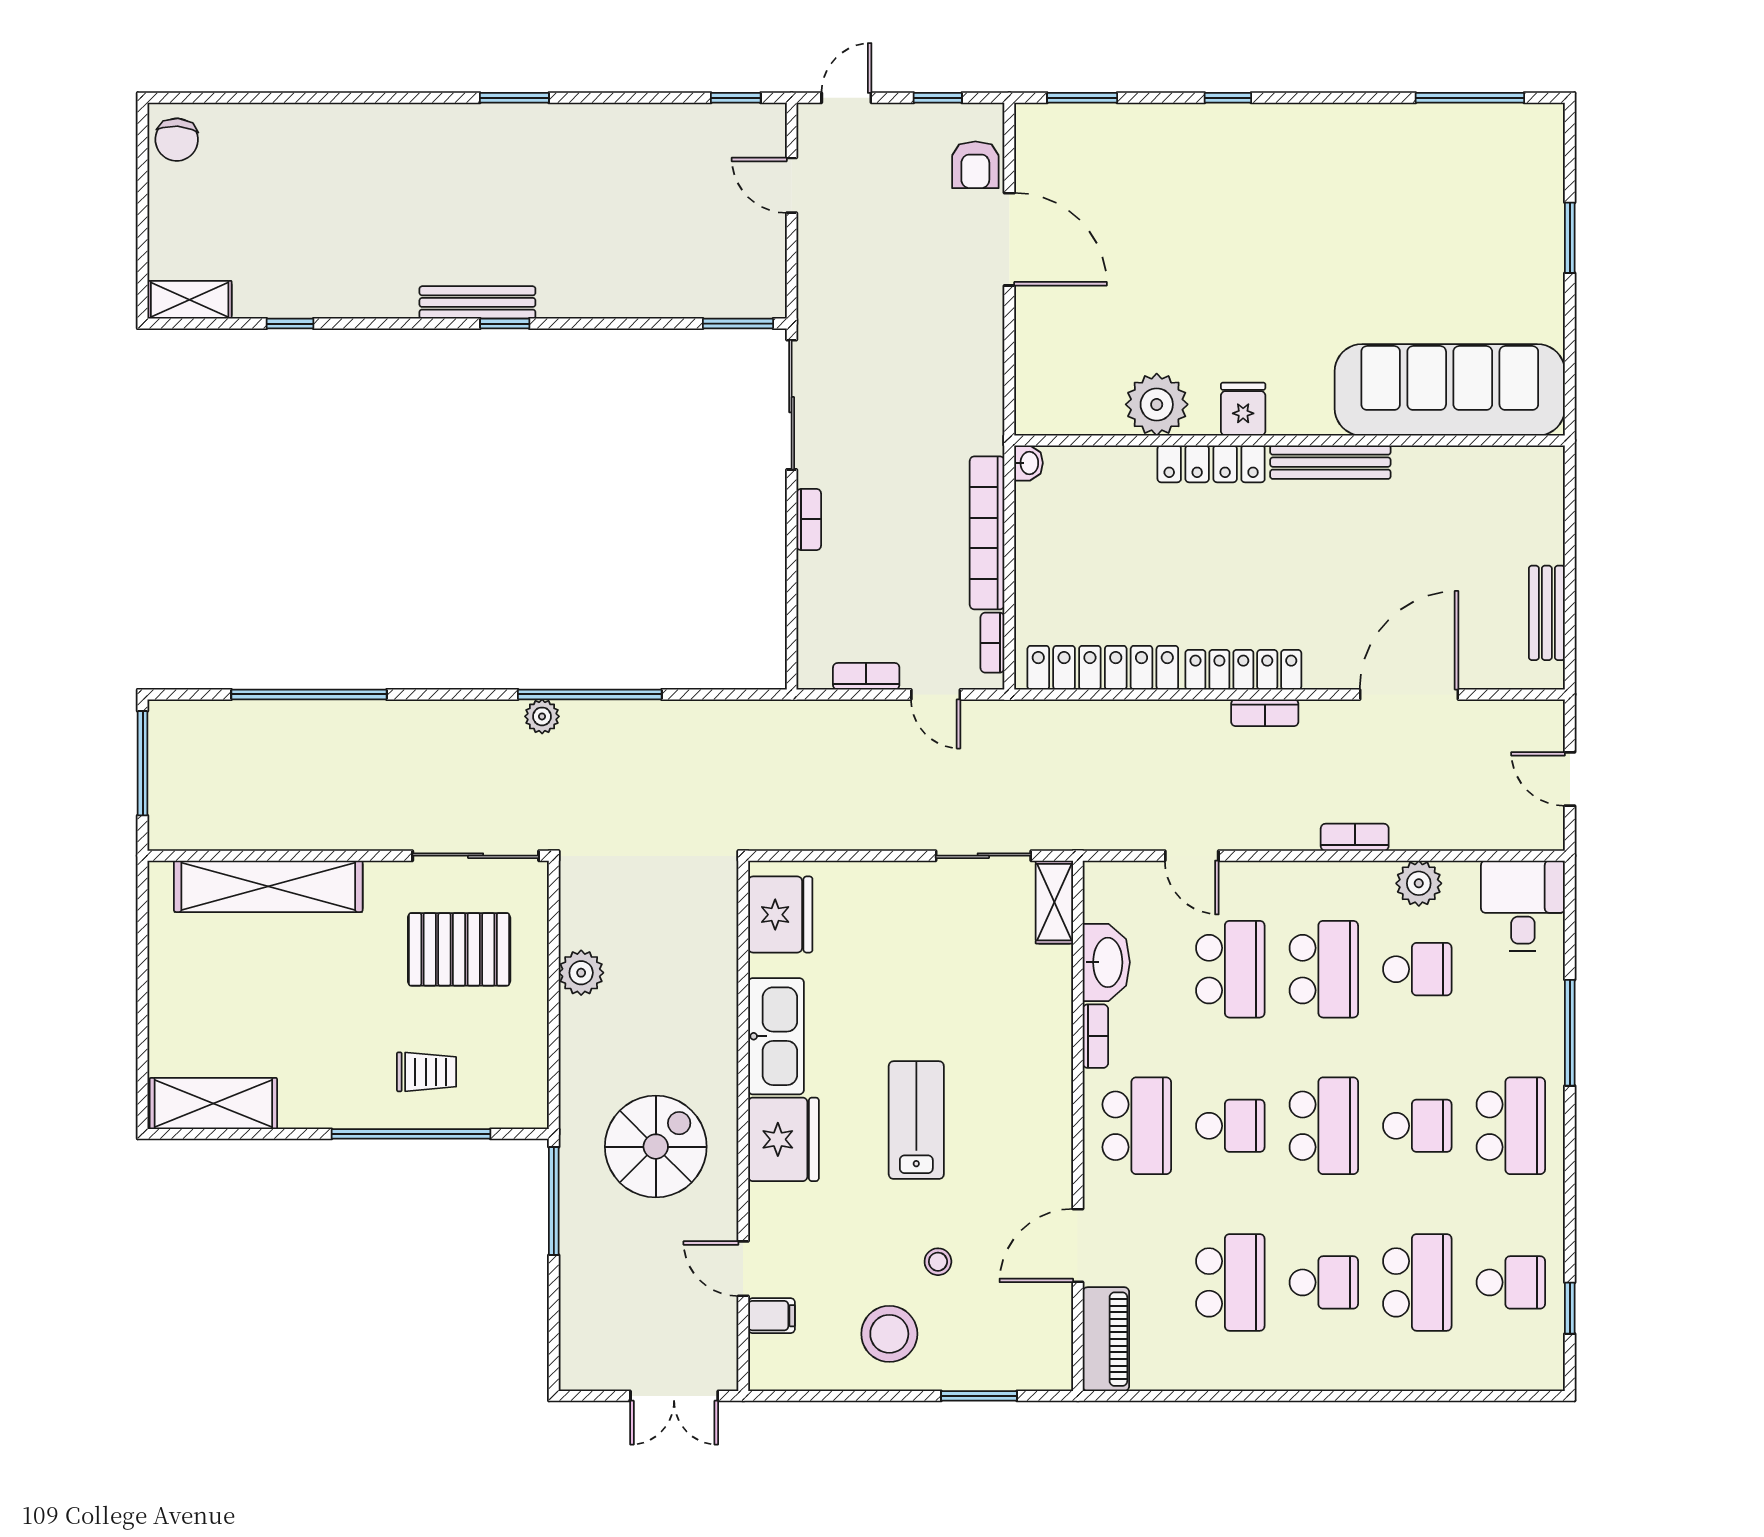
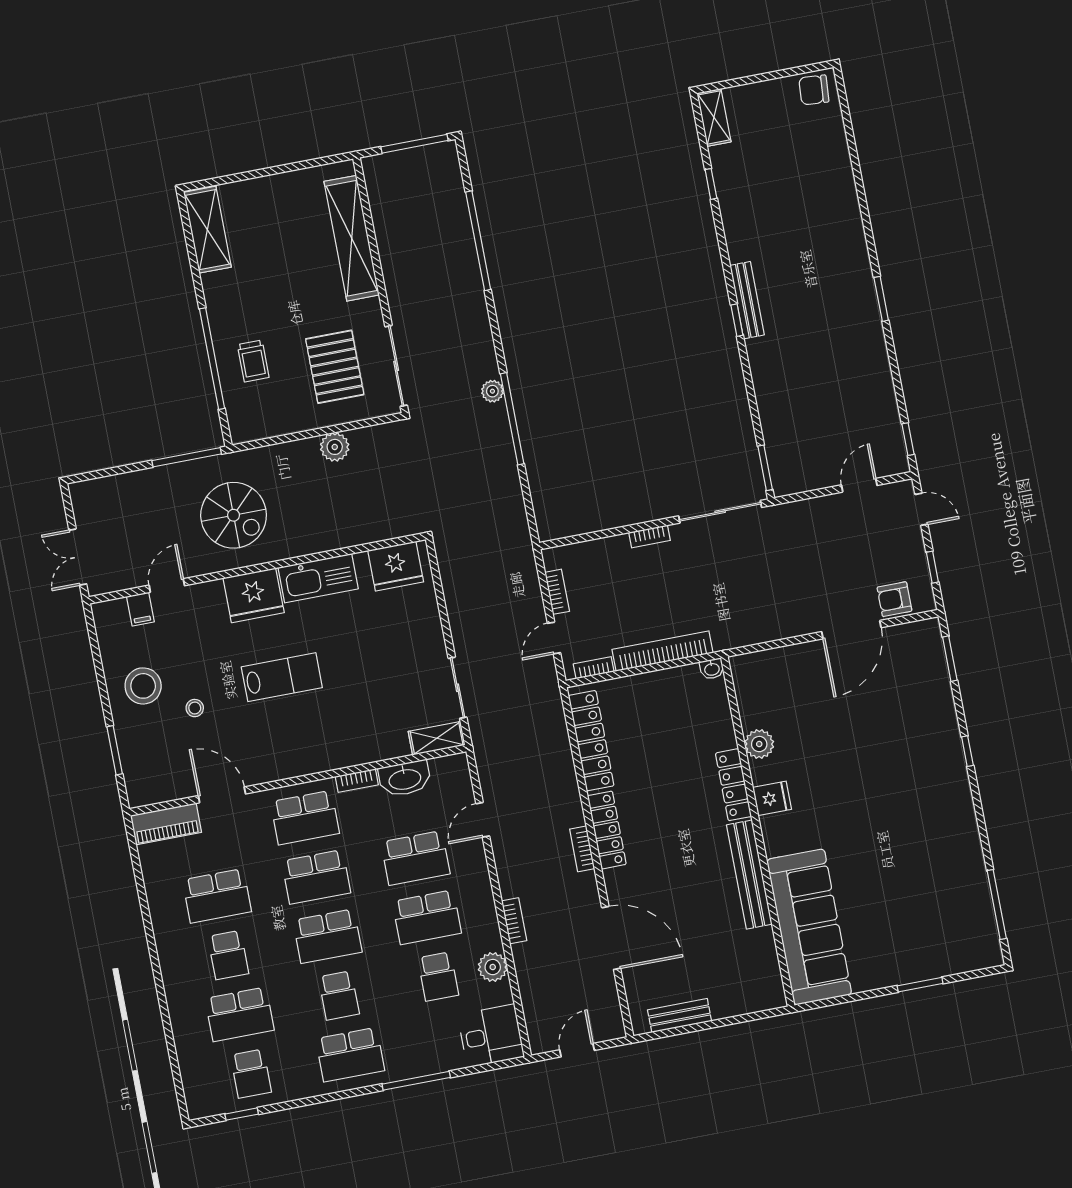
plant: (1157, 404) -> (759, 744), width x0.73, depth x0.73
bench: (1330, 462) -> (749, 875), width x1.37, depth x1.21
school desk: (1230, 1126) -> (316, 877), width x1.85

